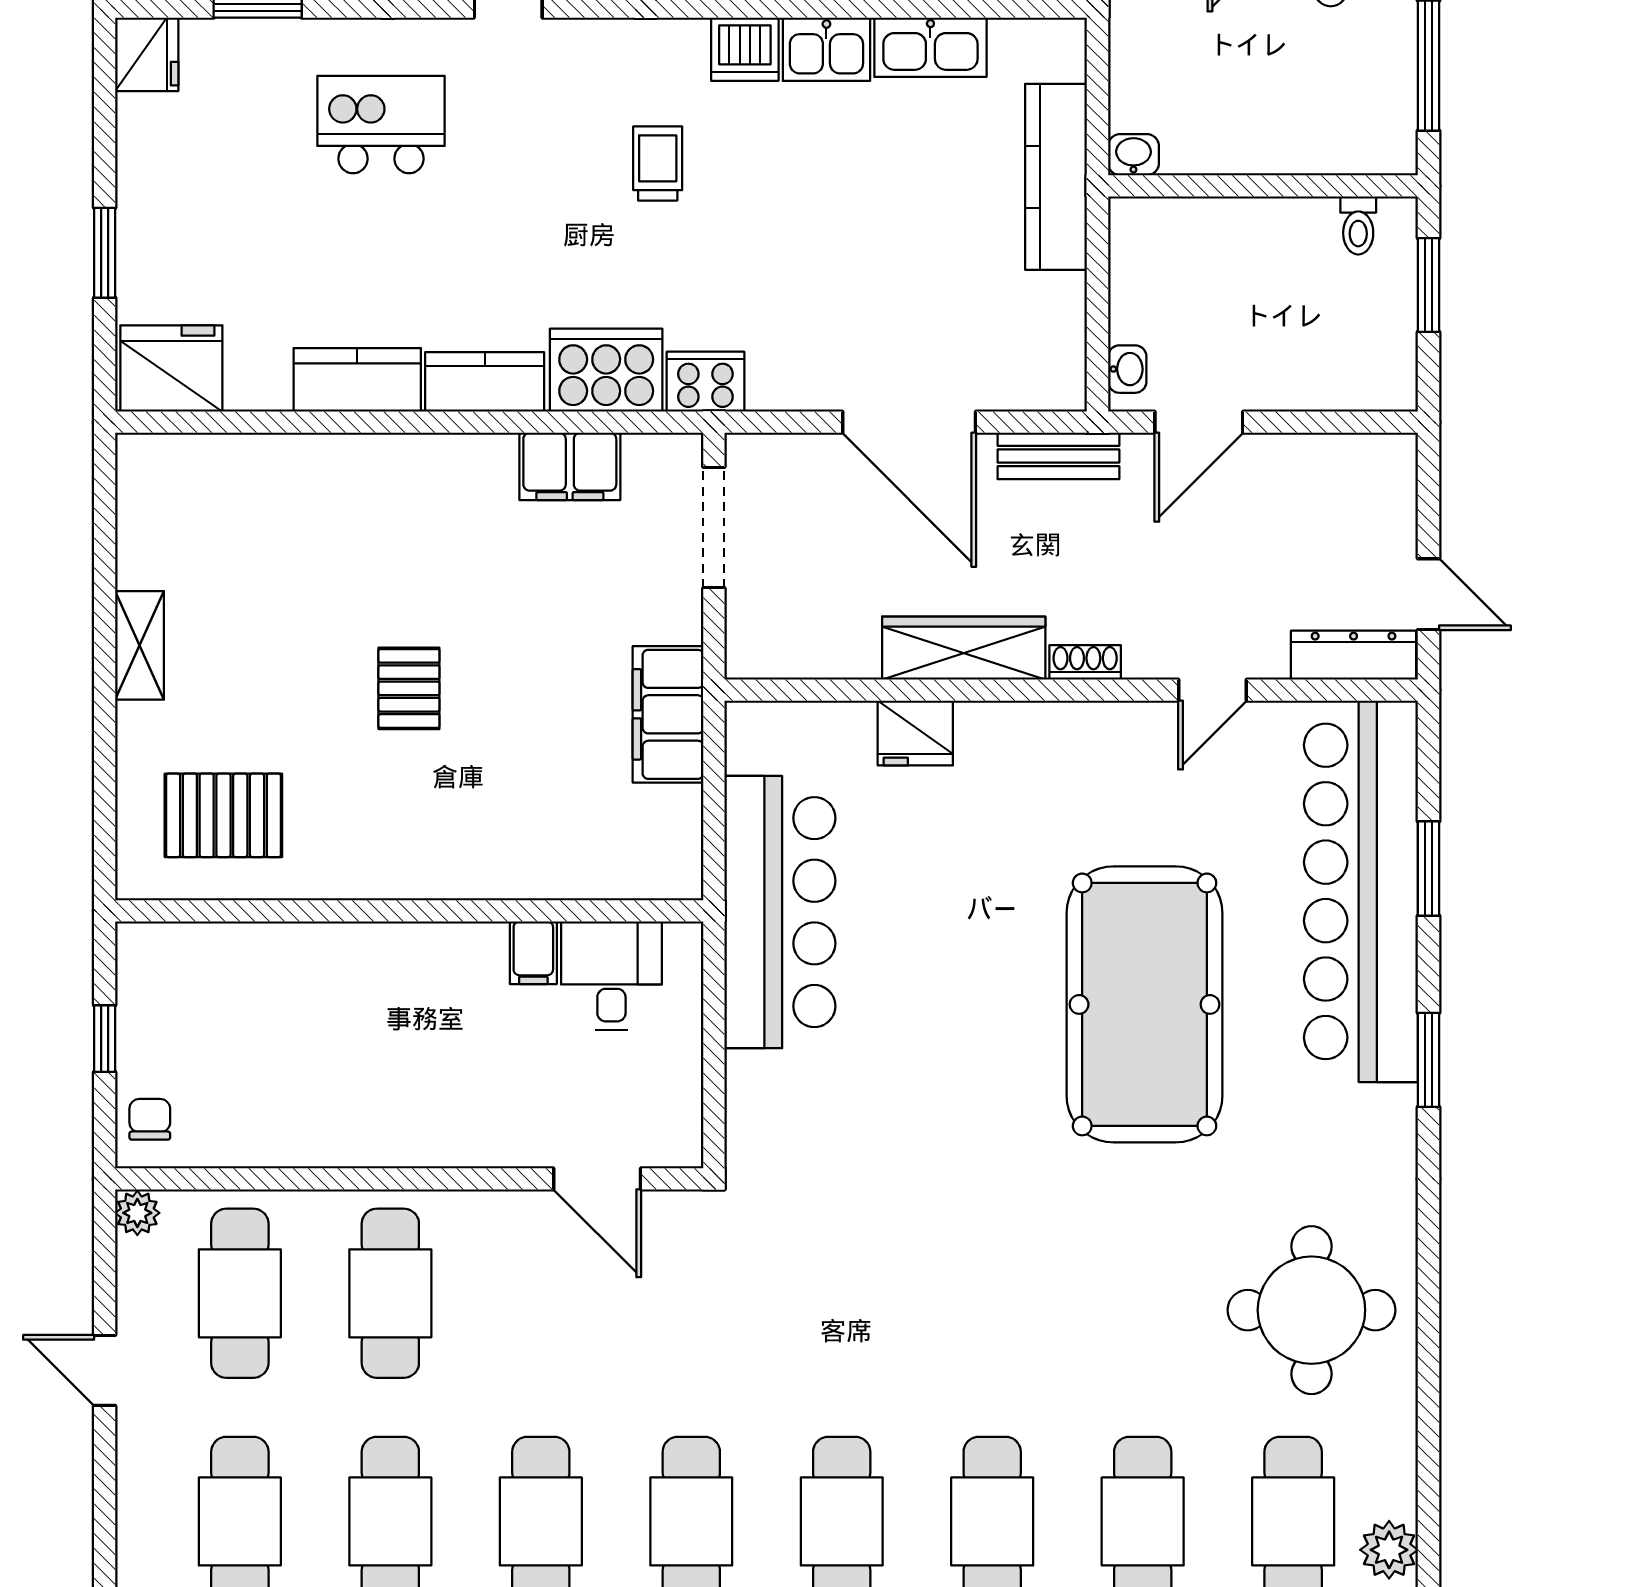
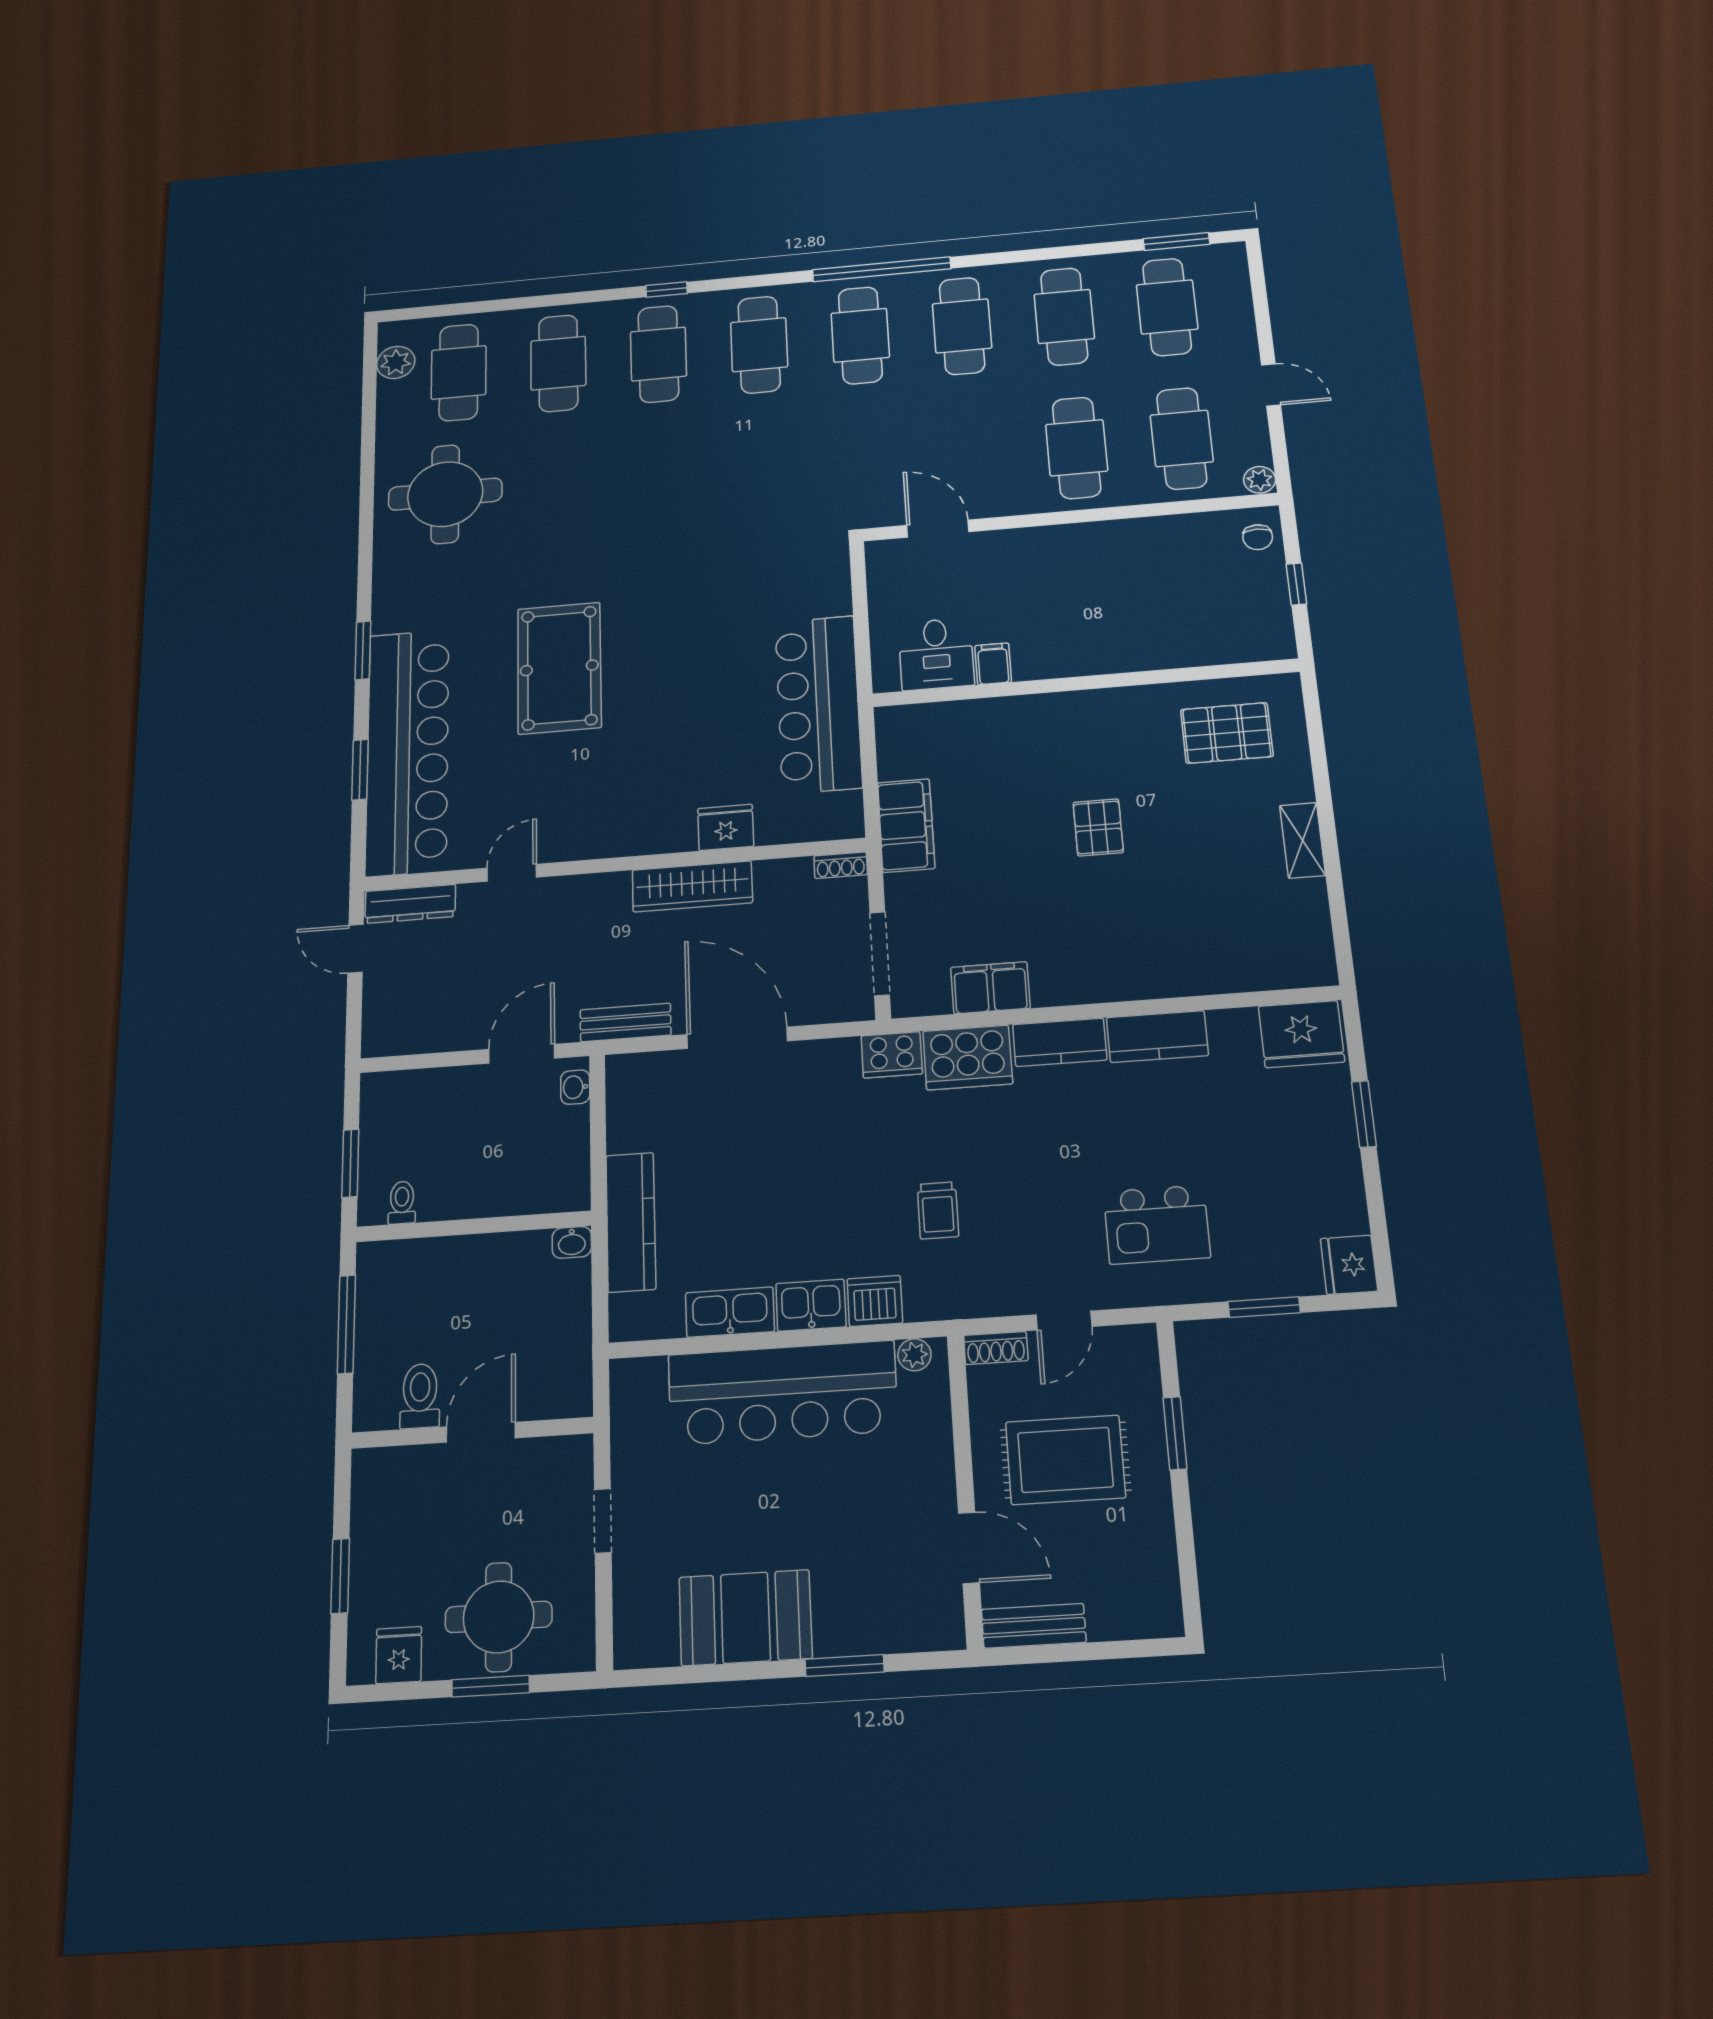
shoe rack: (1085, 662) -> (841, 865), moved
pool table: (1145, 1004) -> (559, 668), width x0.73, depth x0.76

